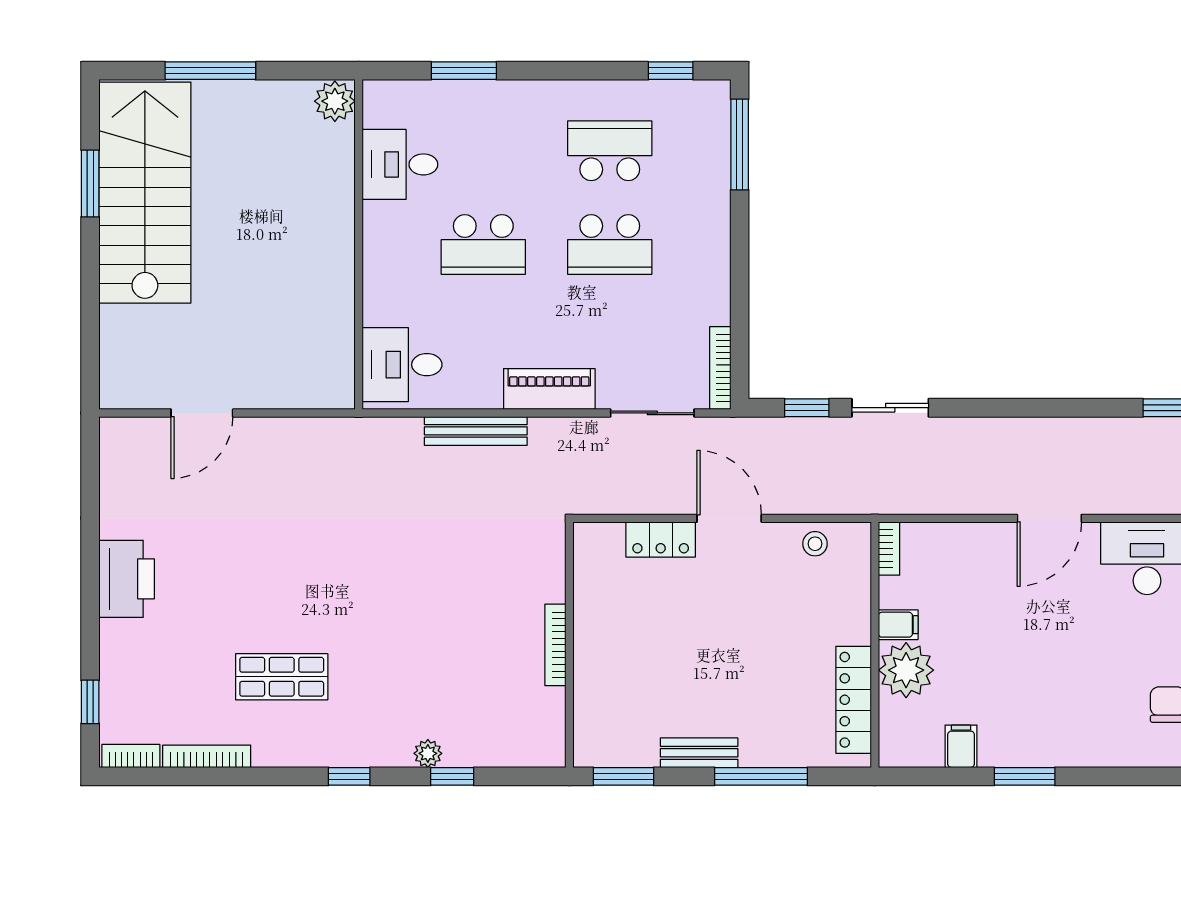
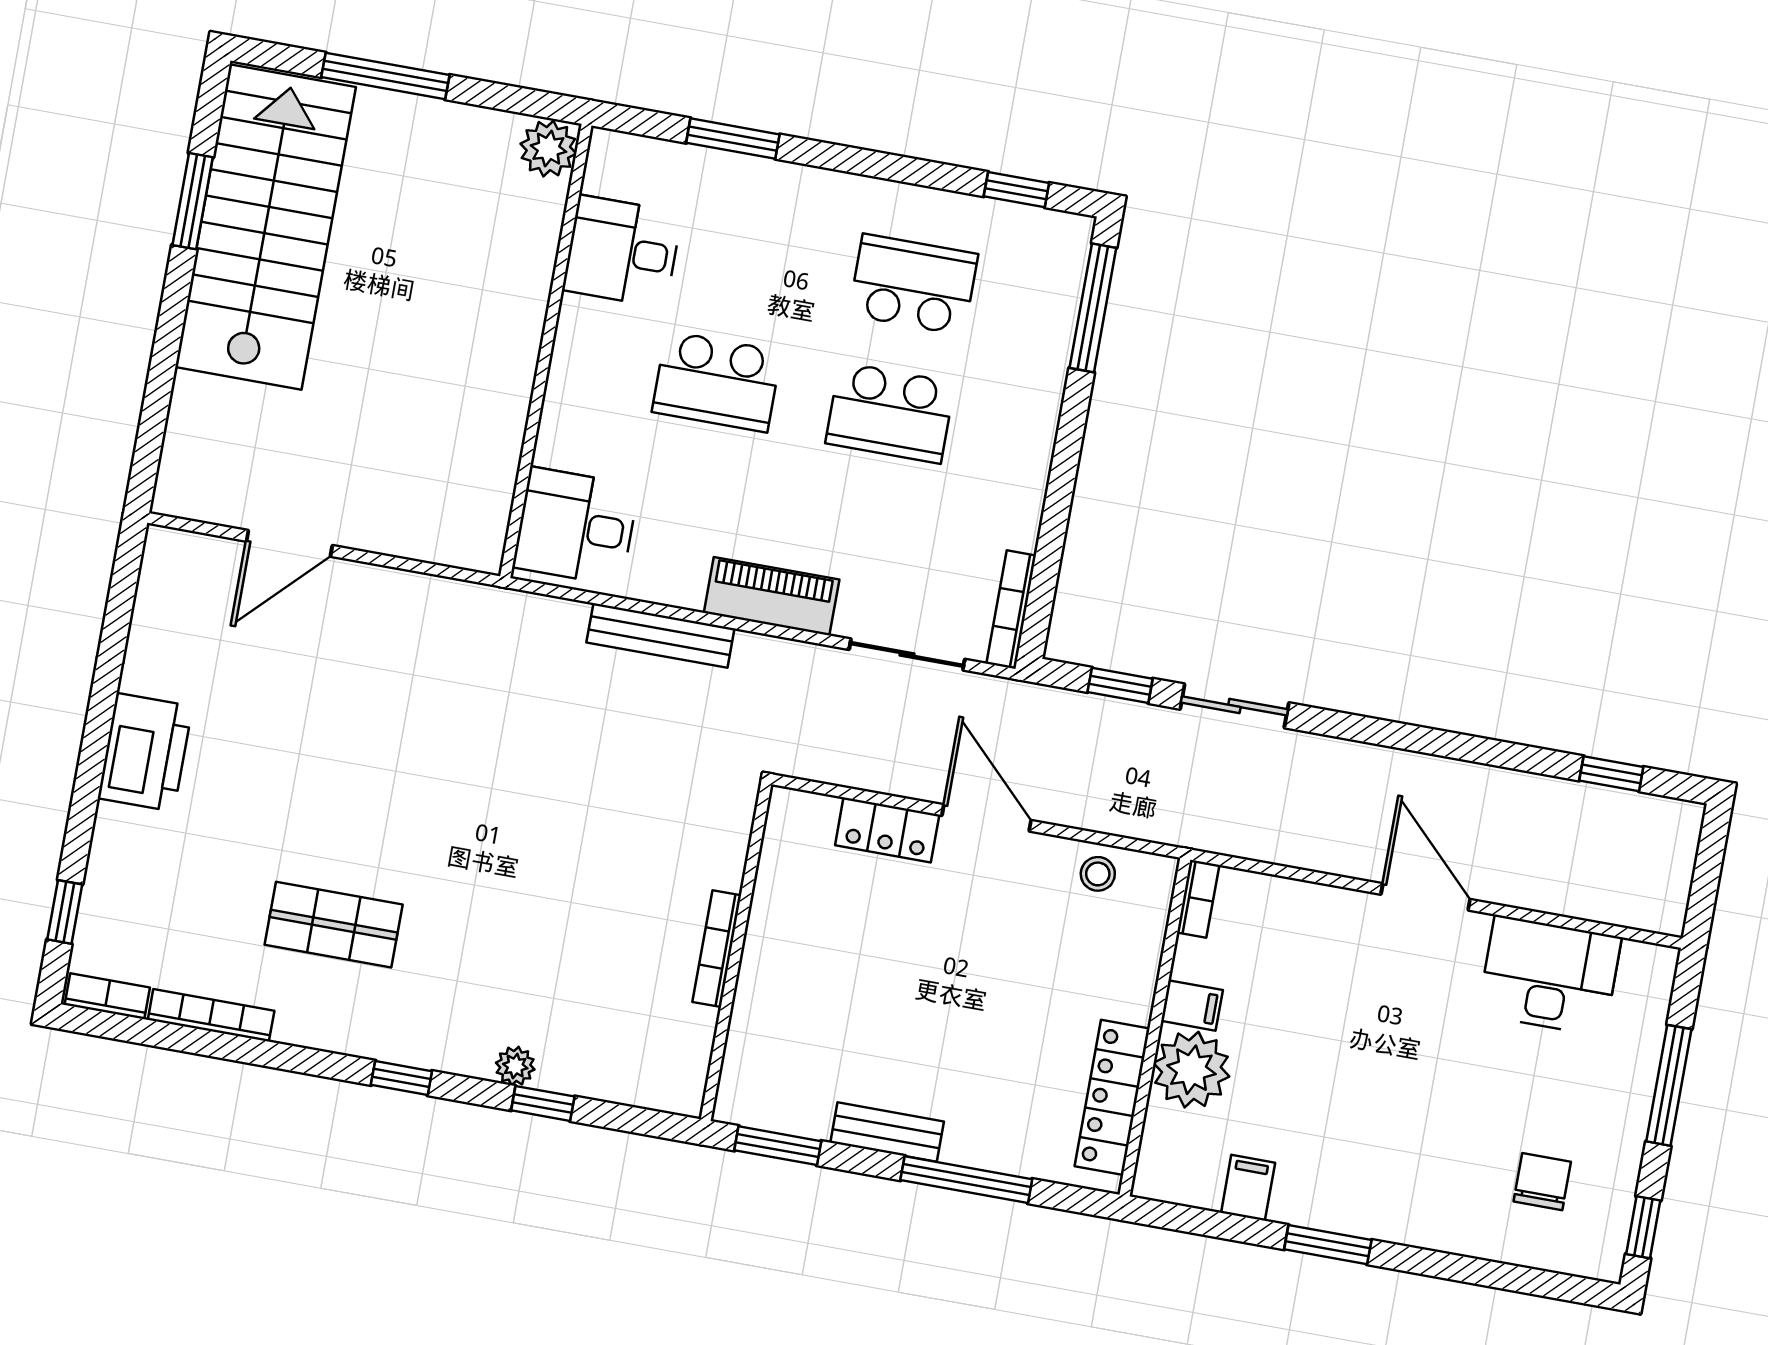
door: (1049, 518) -> (1425, 897), swing flipped

